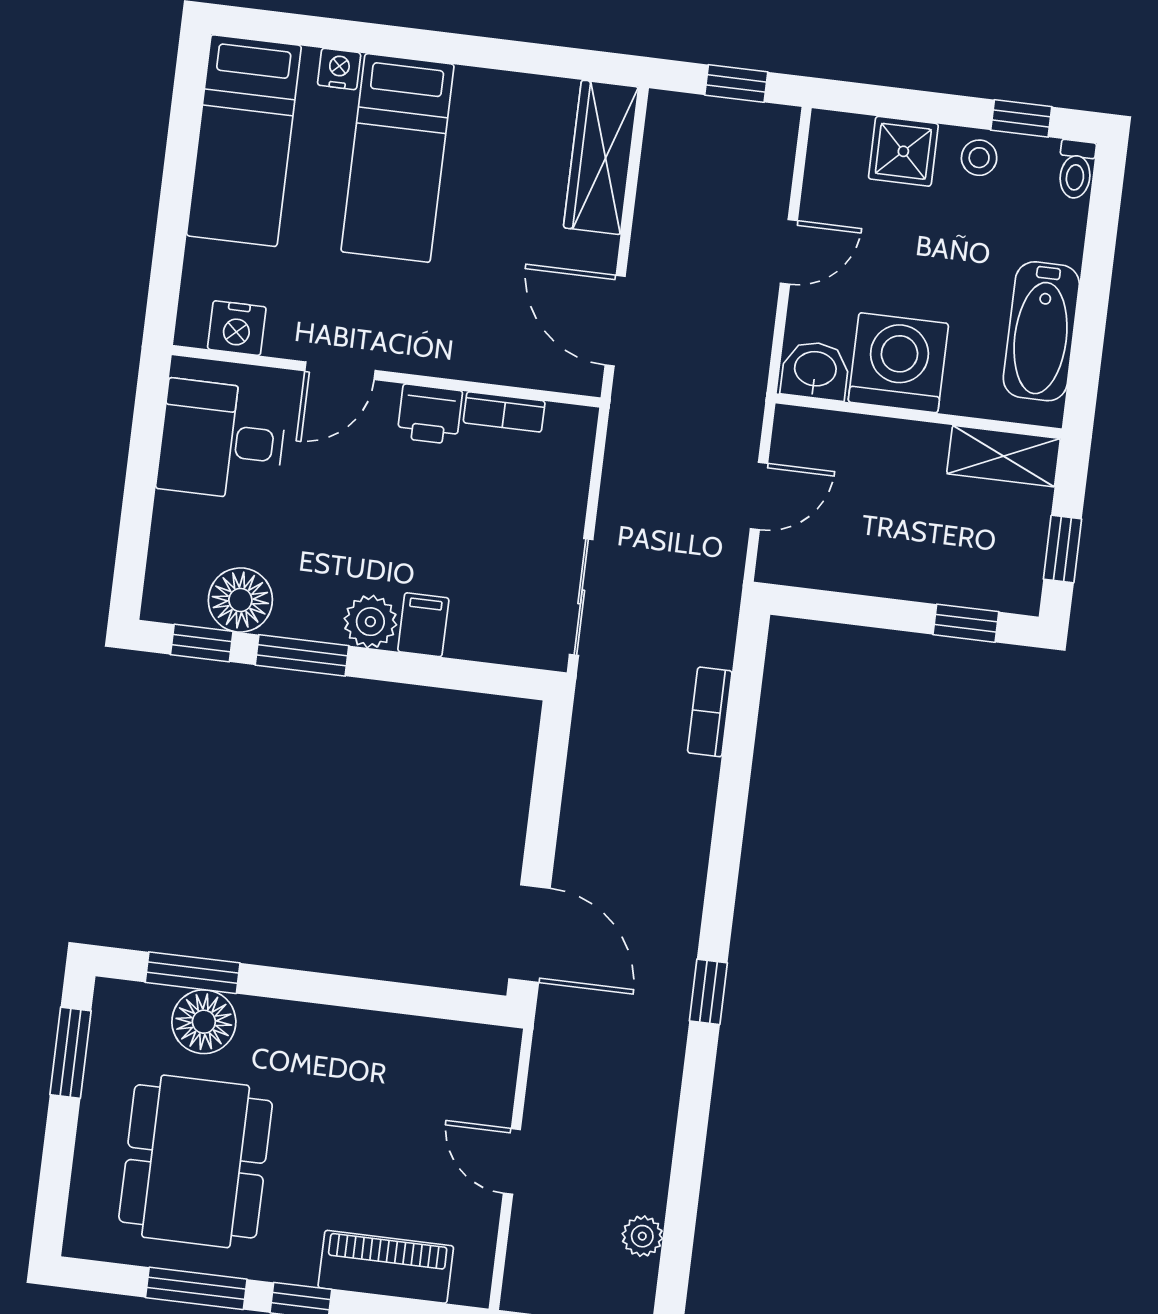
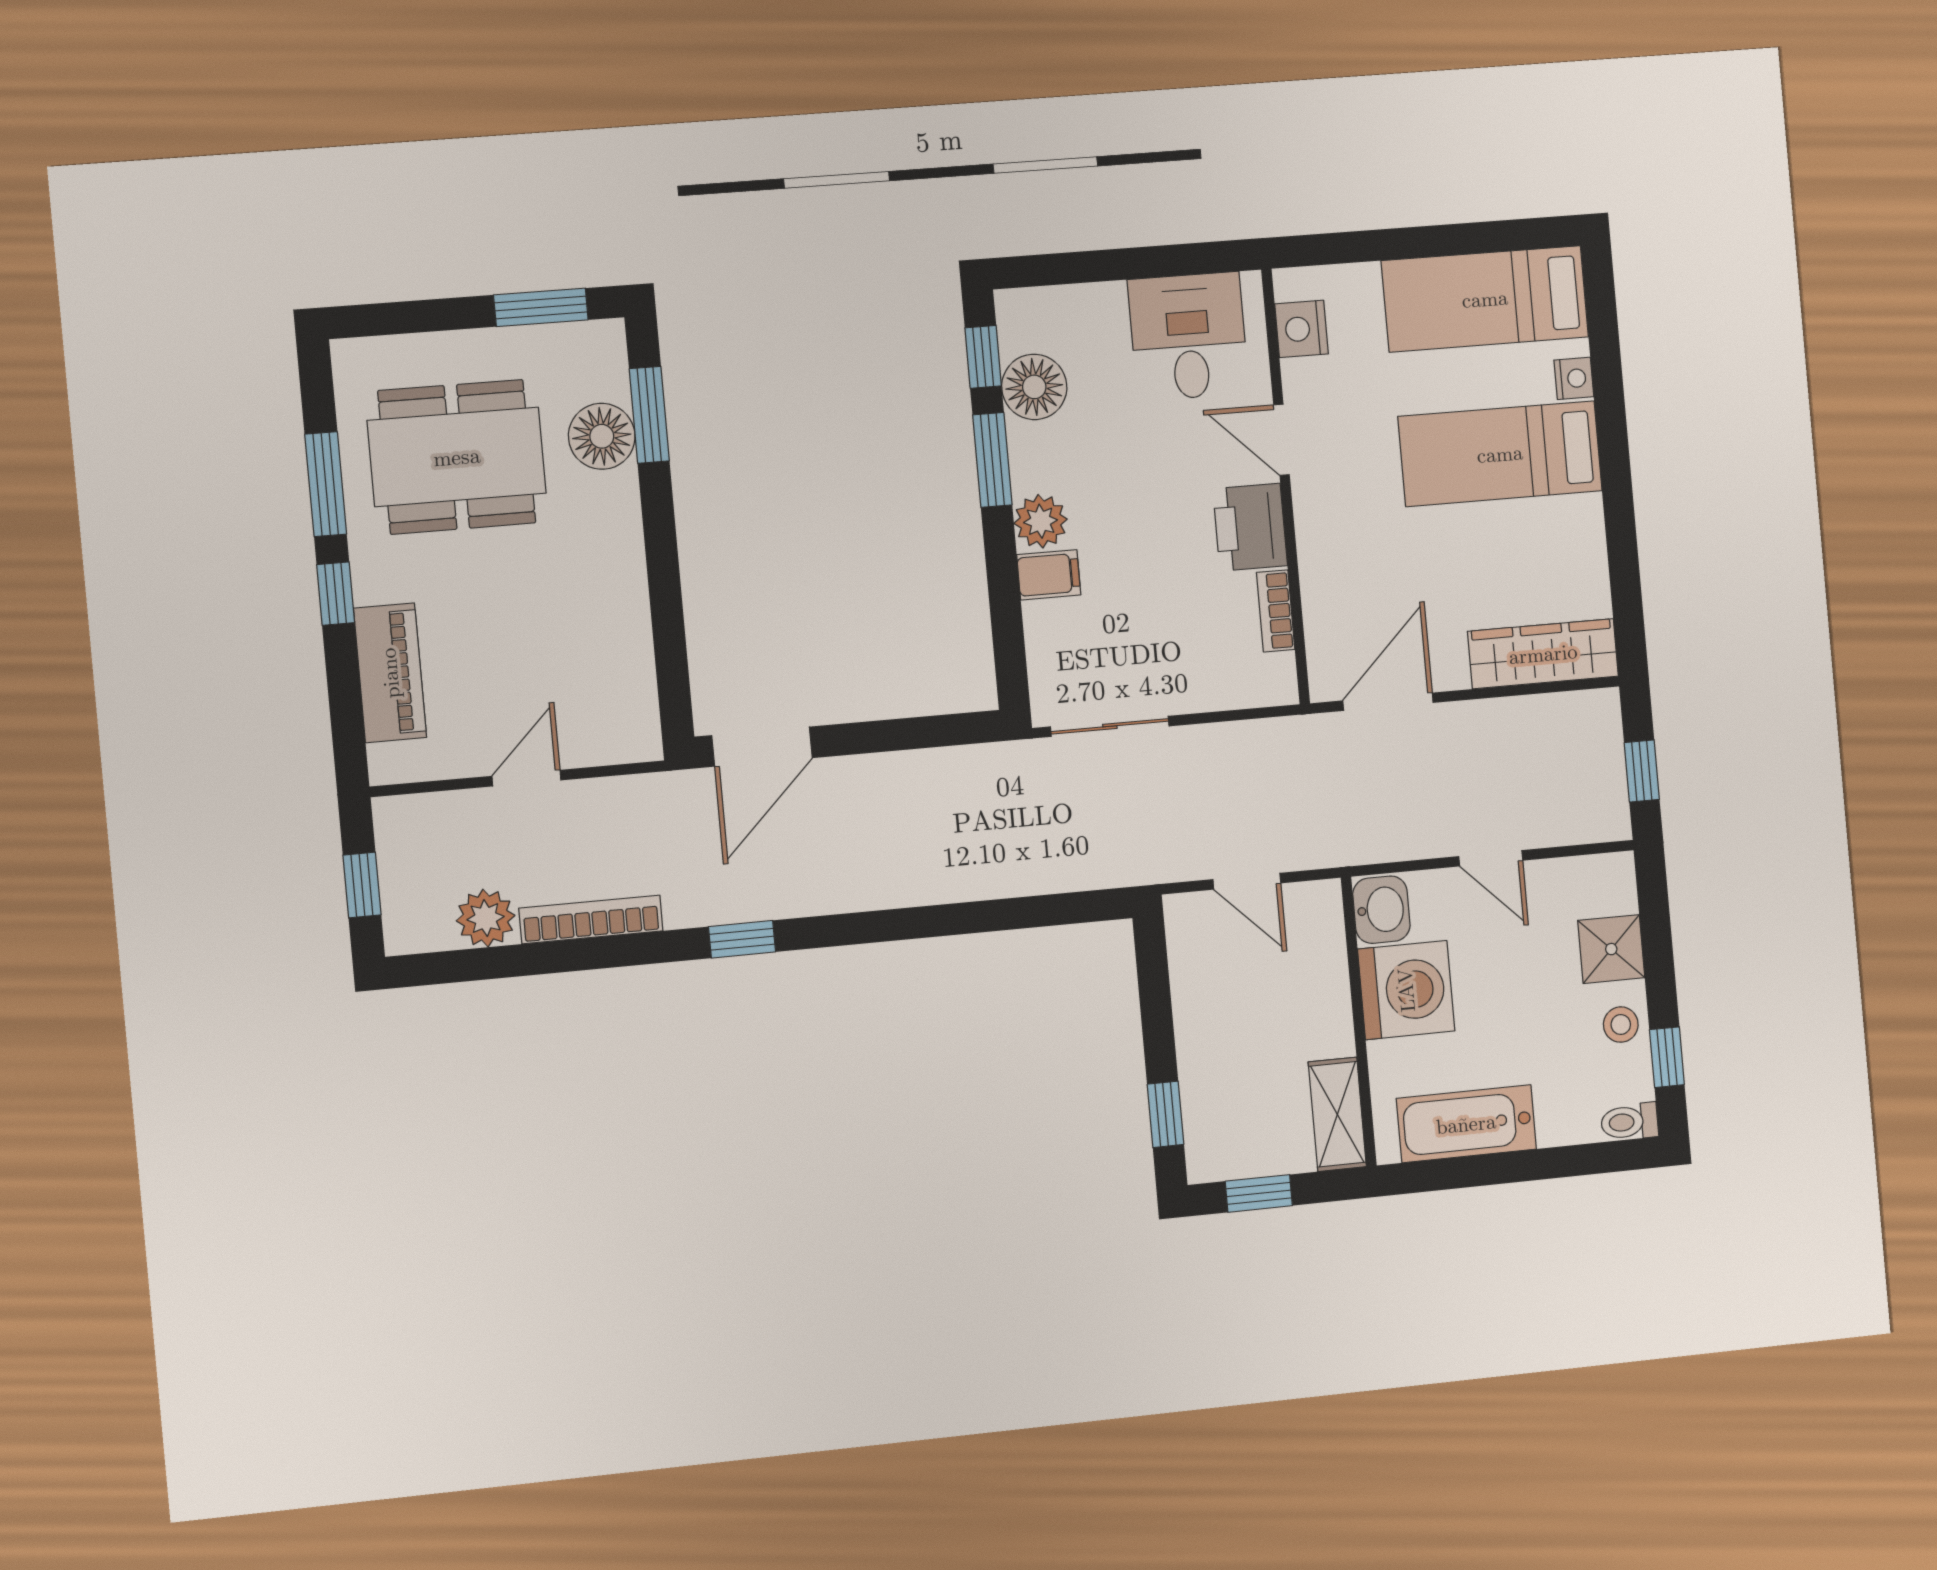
printer: (430, 414) -> (1250, 527), width x1.36, depth x1.24
bookcase: (710, 712) -> (591, 919), moved, width x1.56
plant: (642, 1236) -> (486, 918), width x1.38, depth x1.38

